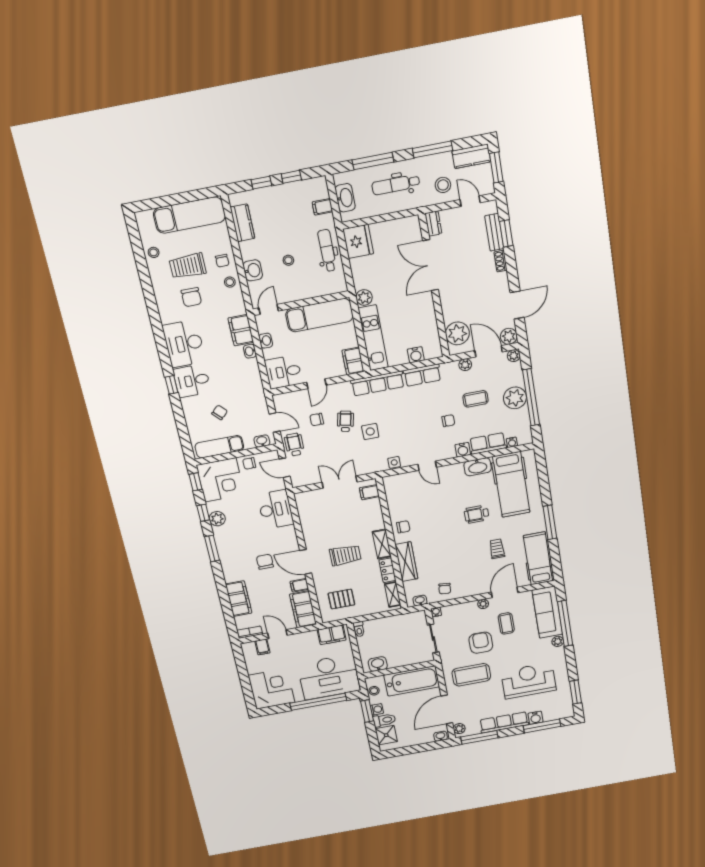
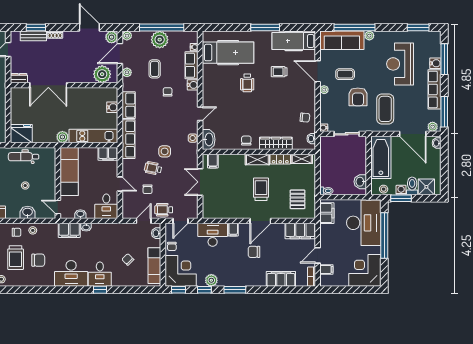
washbasin: (478, 467) -> (209, 139), moved
filing cabinet: (299, 585) -> (233, 230), moved
armchair: (481, 643) -> (358, 97), turned -90

